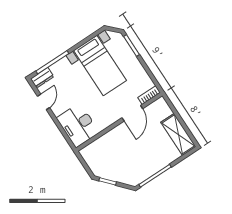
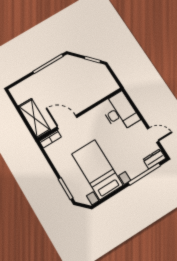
door: (43, 102) -> (153, 135), swing flipped
door: (132, 113) -> (67, 122), hinge flipped
shelving: (178, 134) -> (34, 118), moved

